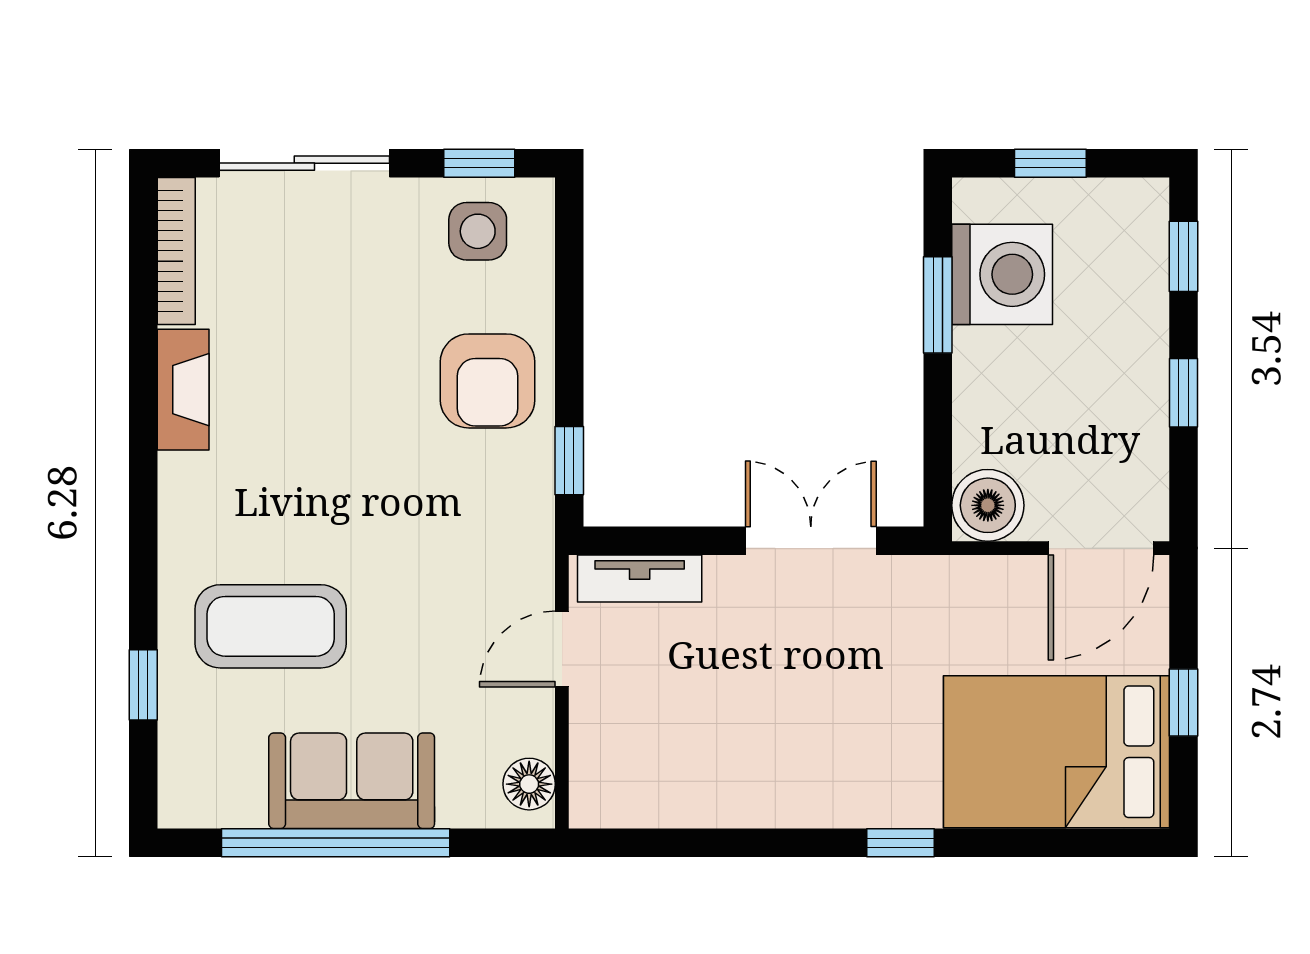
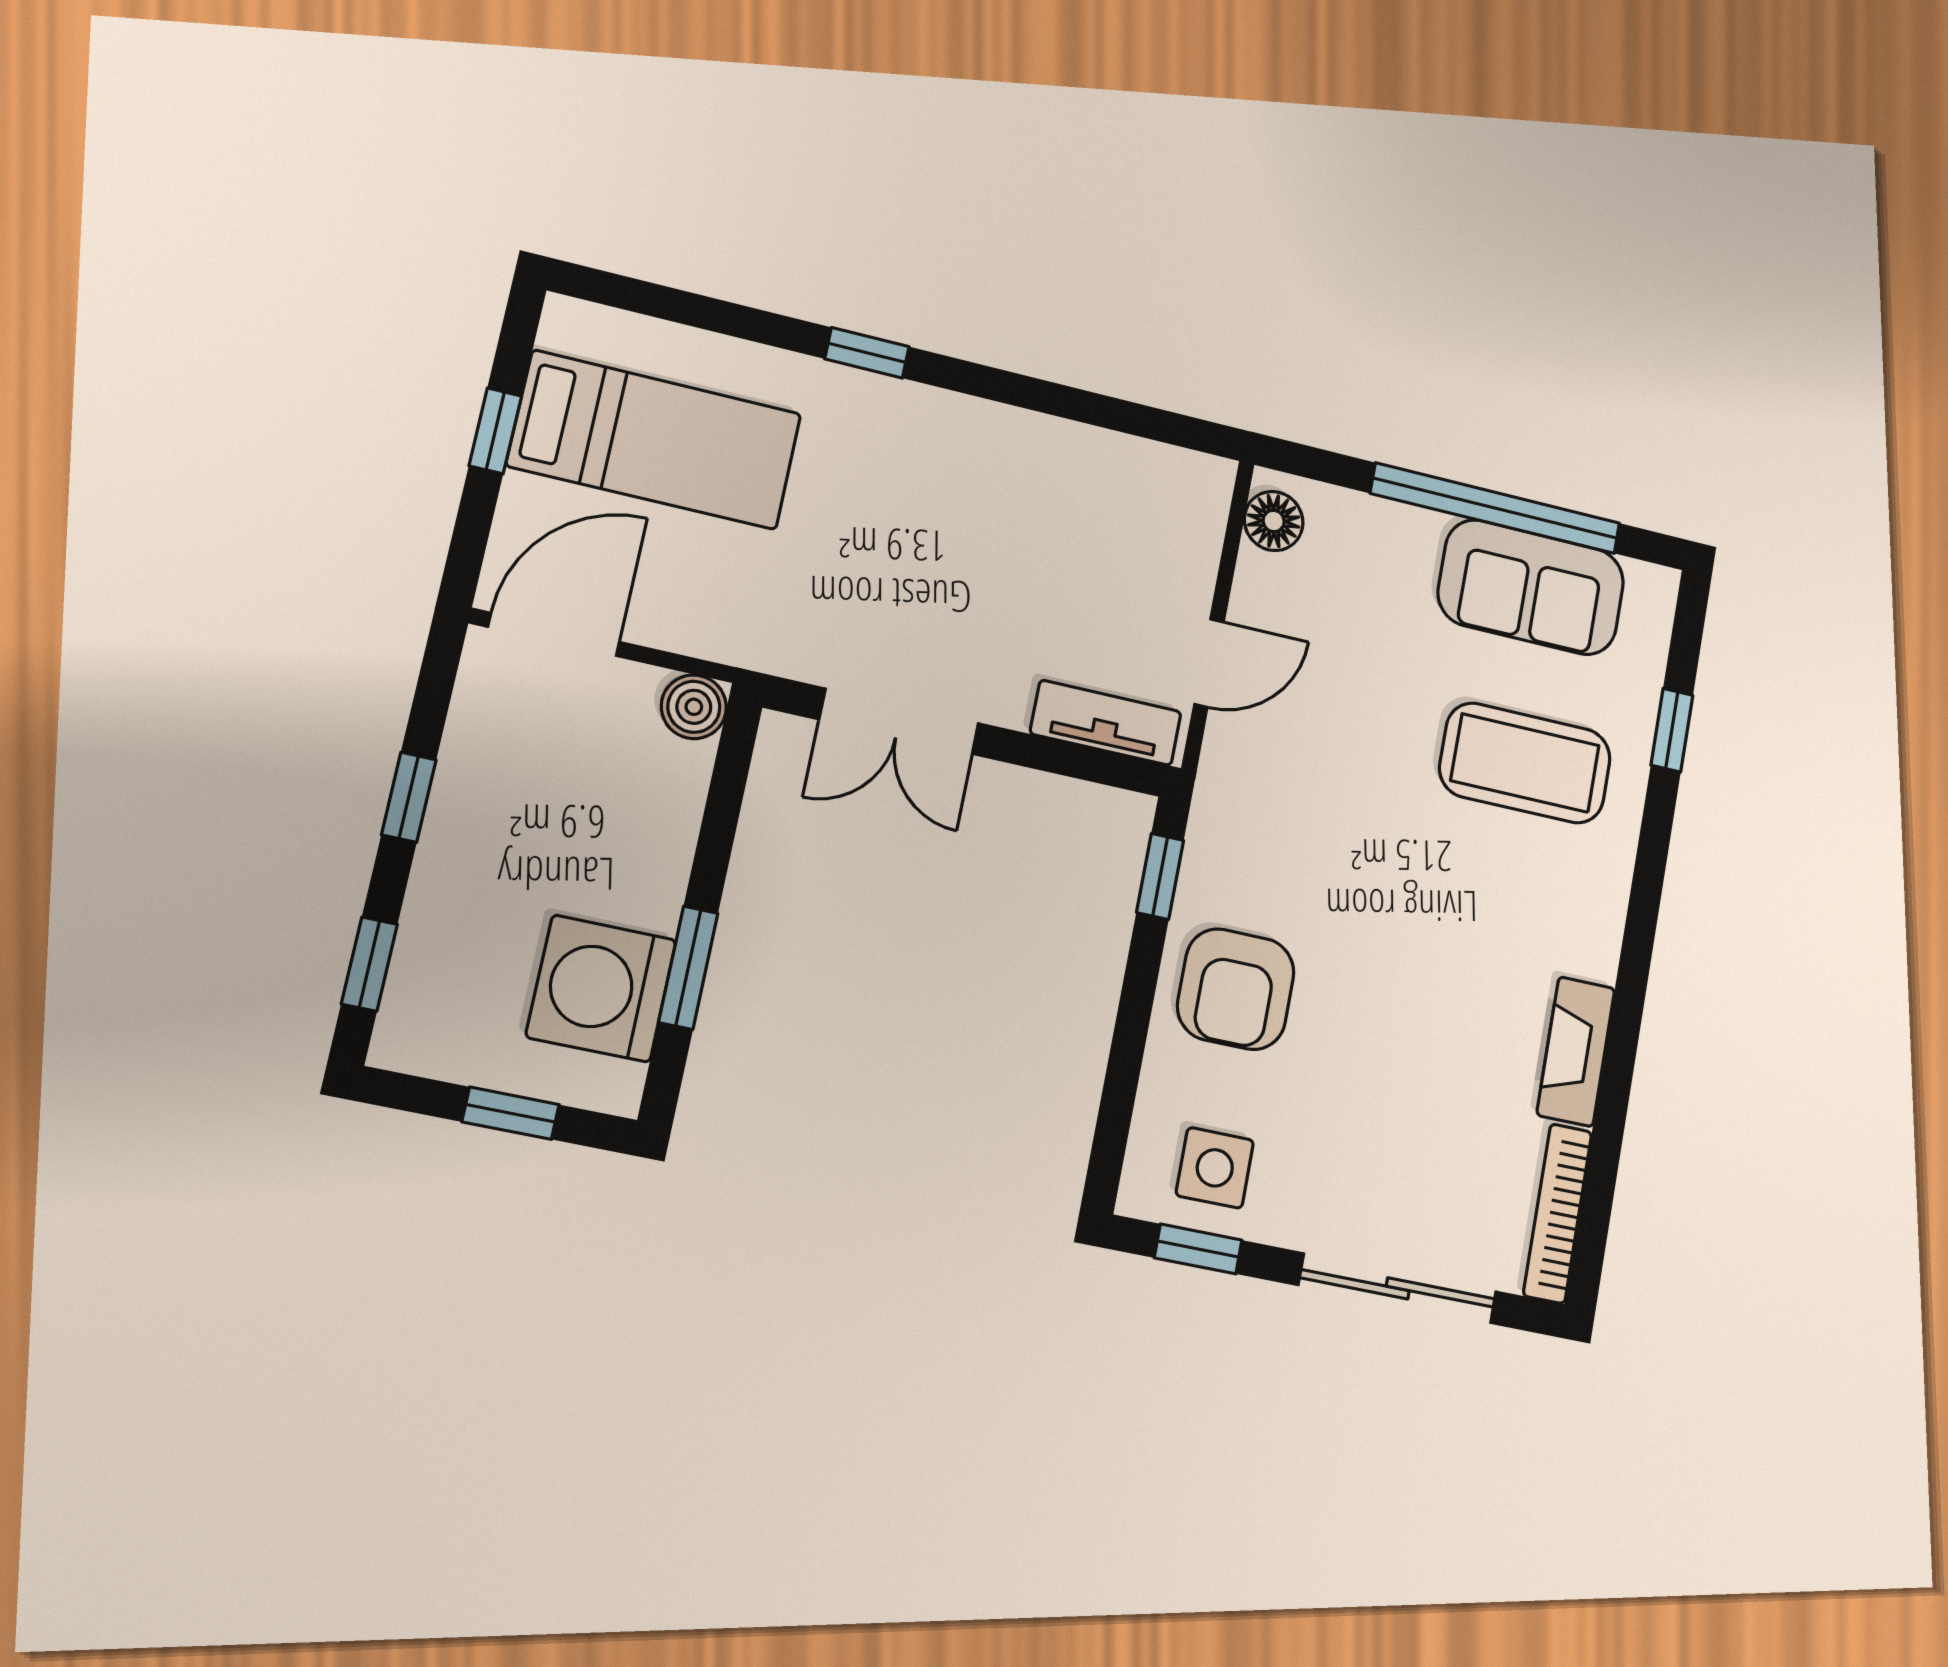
armchair: (488, 381) -> (1236, 989), turned 180
boiler: (988, 505) -> (694, 707), width x0.73, depth x0.73
bed: (1056, 752) -> (655, 440), width x0.67
sofa: (352, 781) -> (1531, 587), moved

